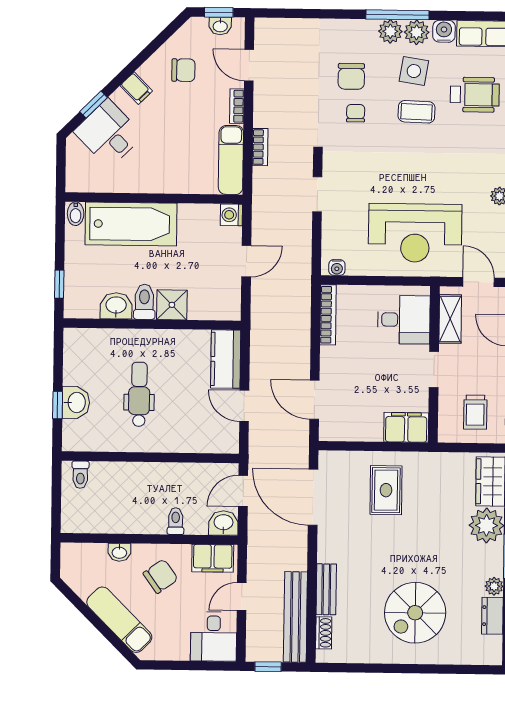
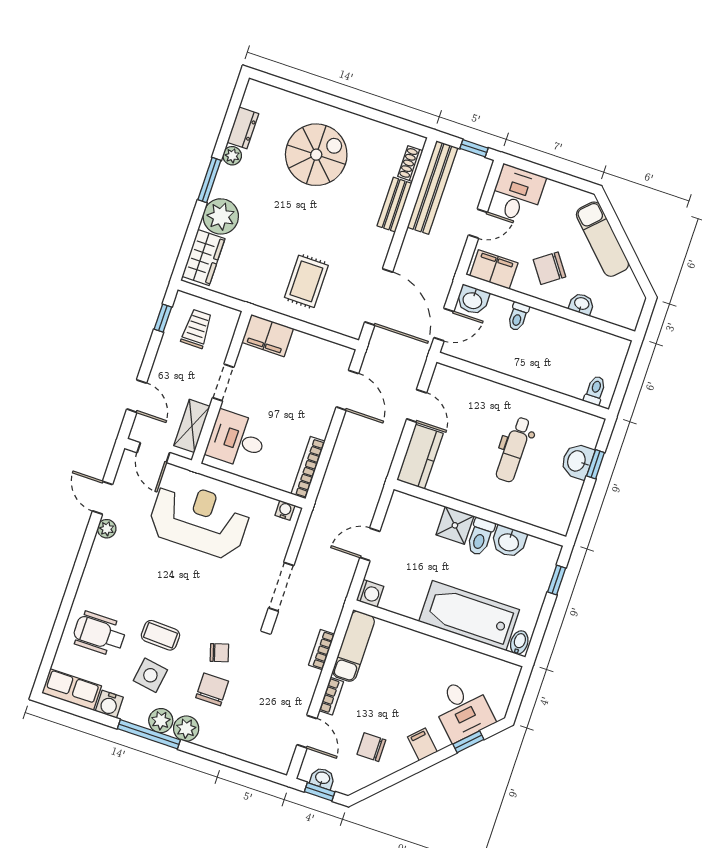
plant: (417, 32) -> (186, 729), moved
chair: (356, 113) -> (219, 653), turned -107
doorway: (317, 194) -> (281, 587), width x1.38

